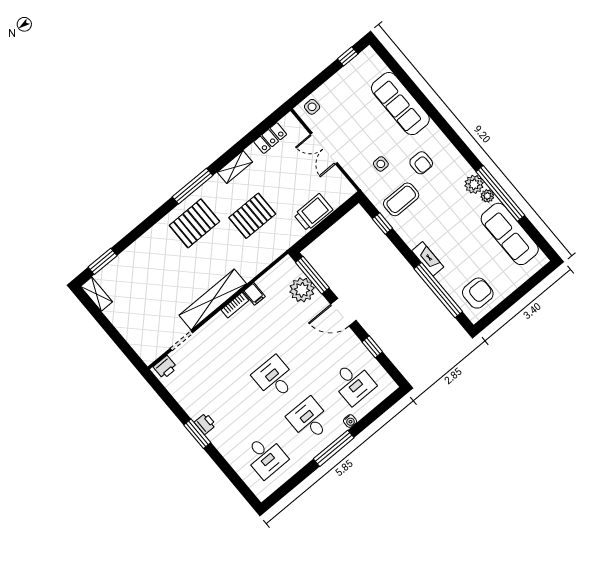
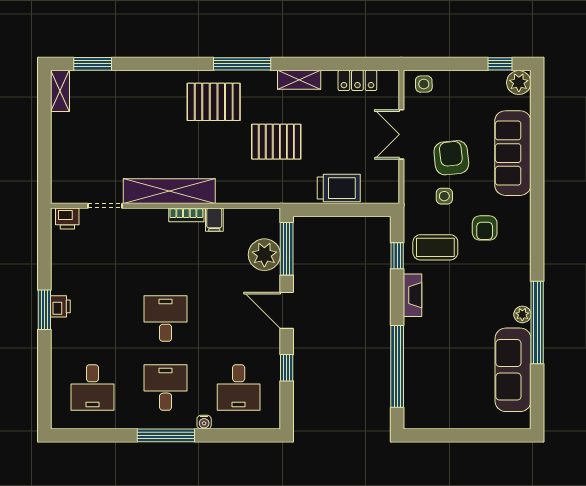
plant: (474, 184) -> (519, 83), moved
fireplace: (428, 259) -> (413, 295), moved
armchair: (478, 293) -> (451, 158), moved, turned -96

